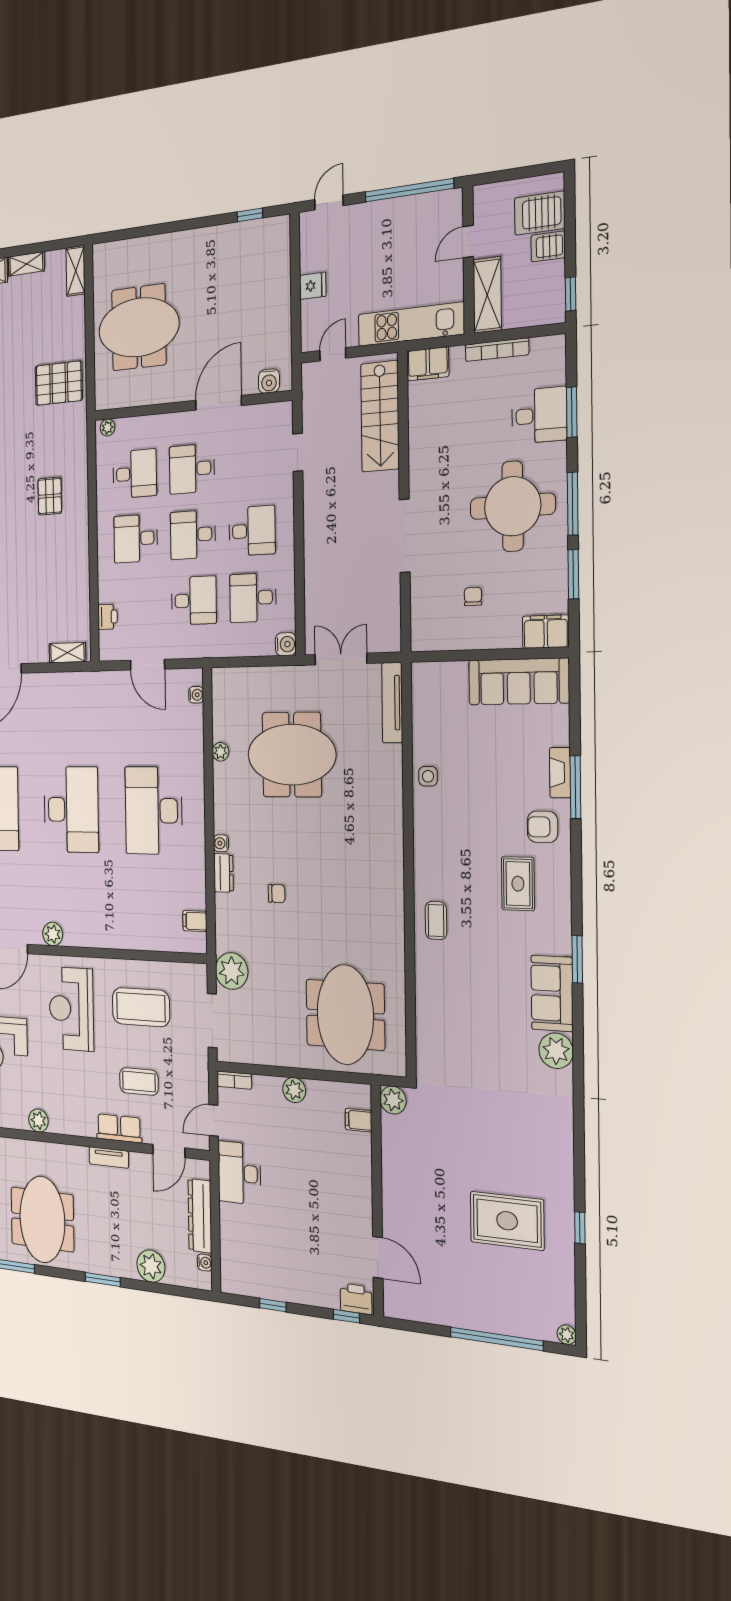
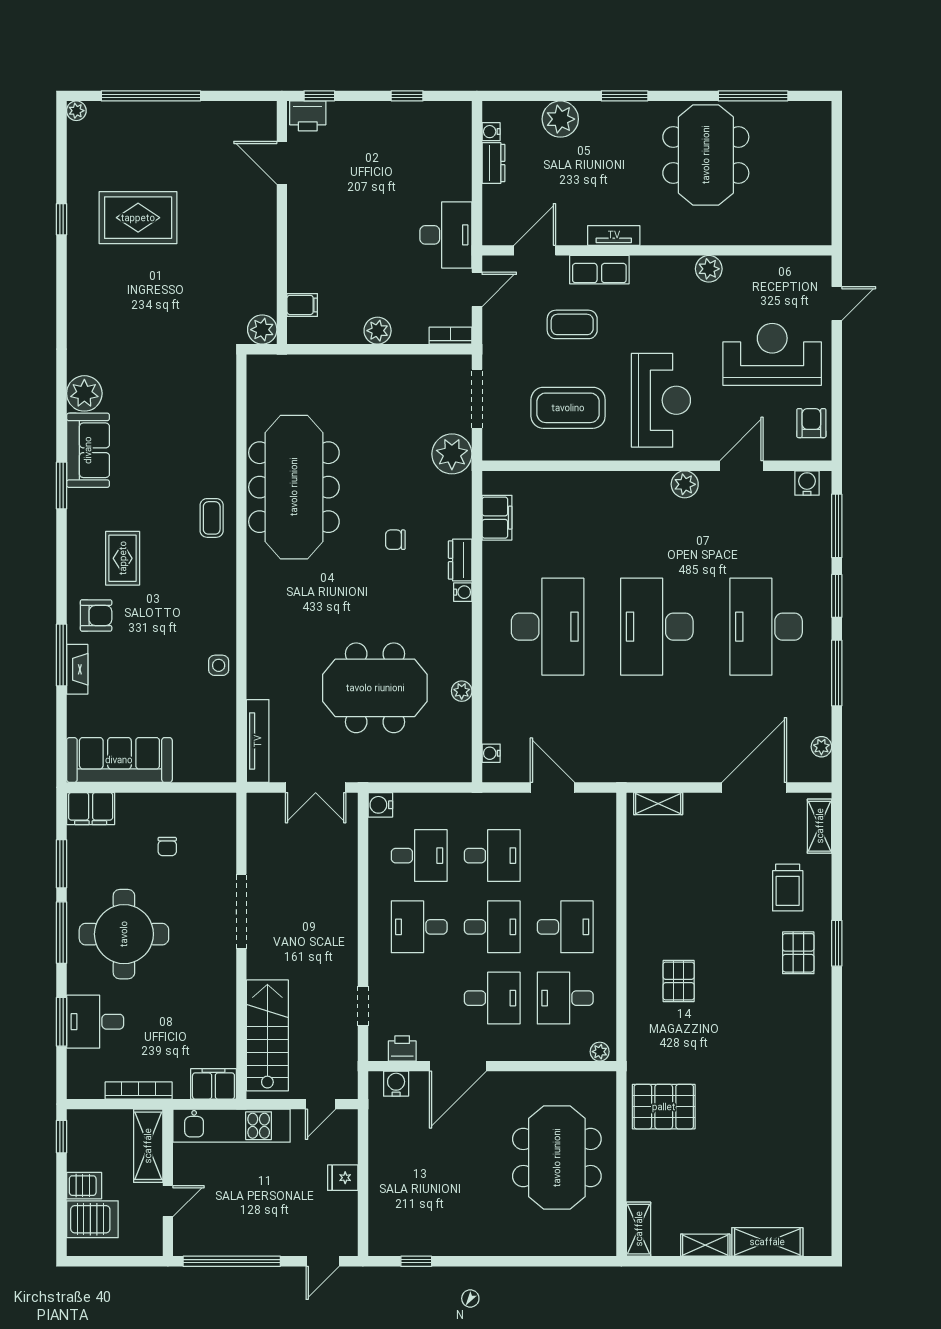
meeting table: (139, 327) -> (557, 1158), turned 90
desk: (194, 601) -> (492, 856), turned 180
printer: (108, 617) -> (402, 1048), moved, turned 90
filing cabinet: (195, 921) -> (497, 518), width x2.00
meeting table: (345, 1015) -> (294, 487), moved, width x1.36
dresser: (200, 1216) -> (493, 163), width x0.51, depth x0.80

